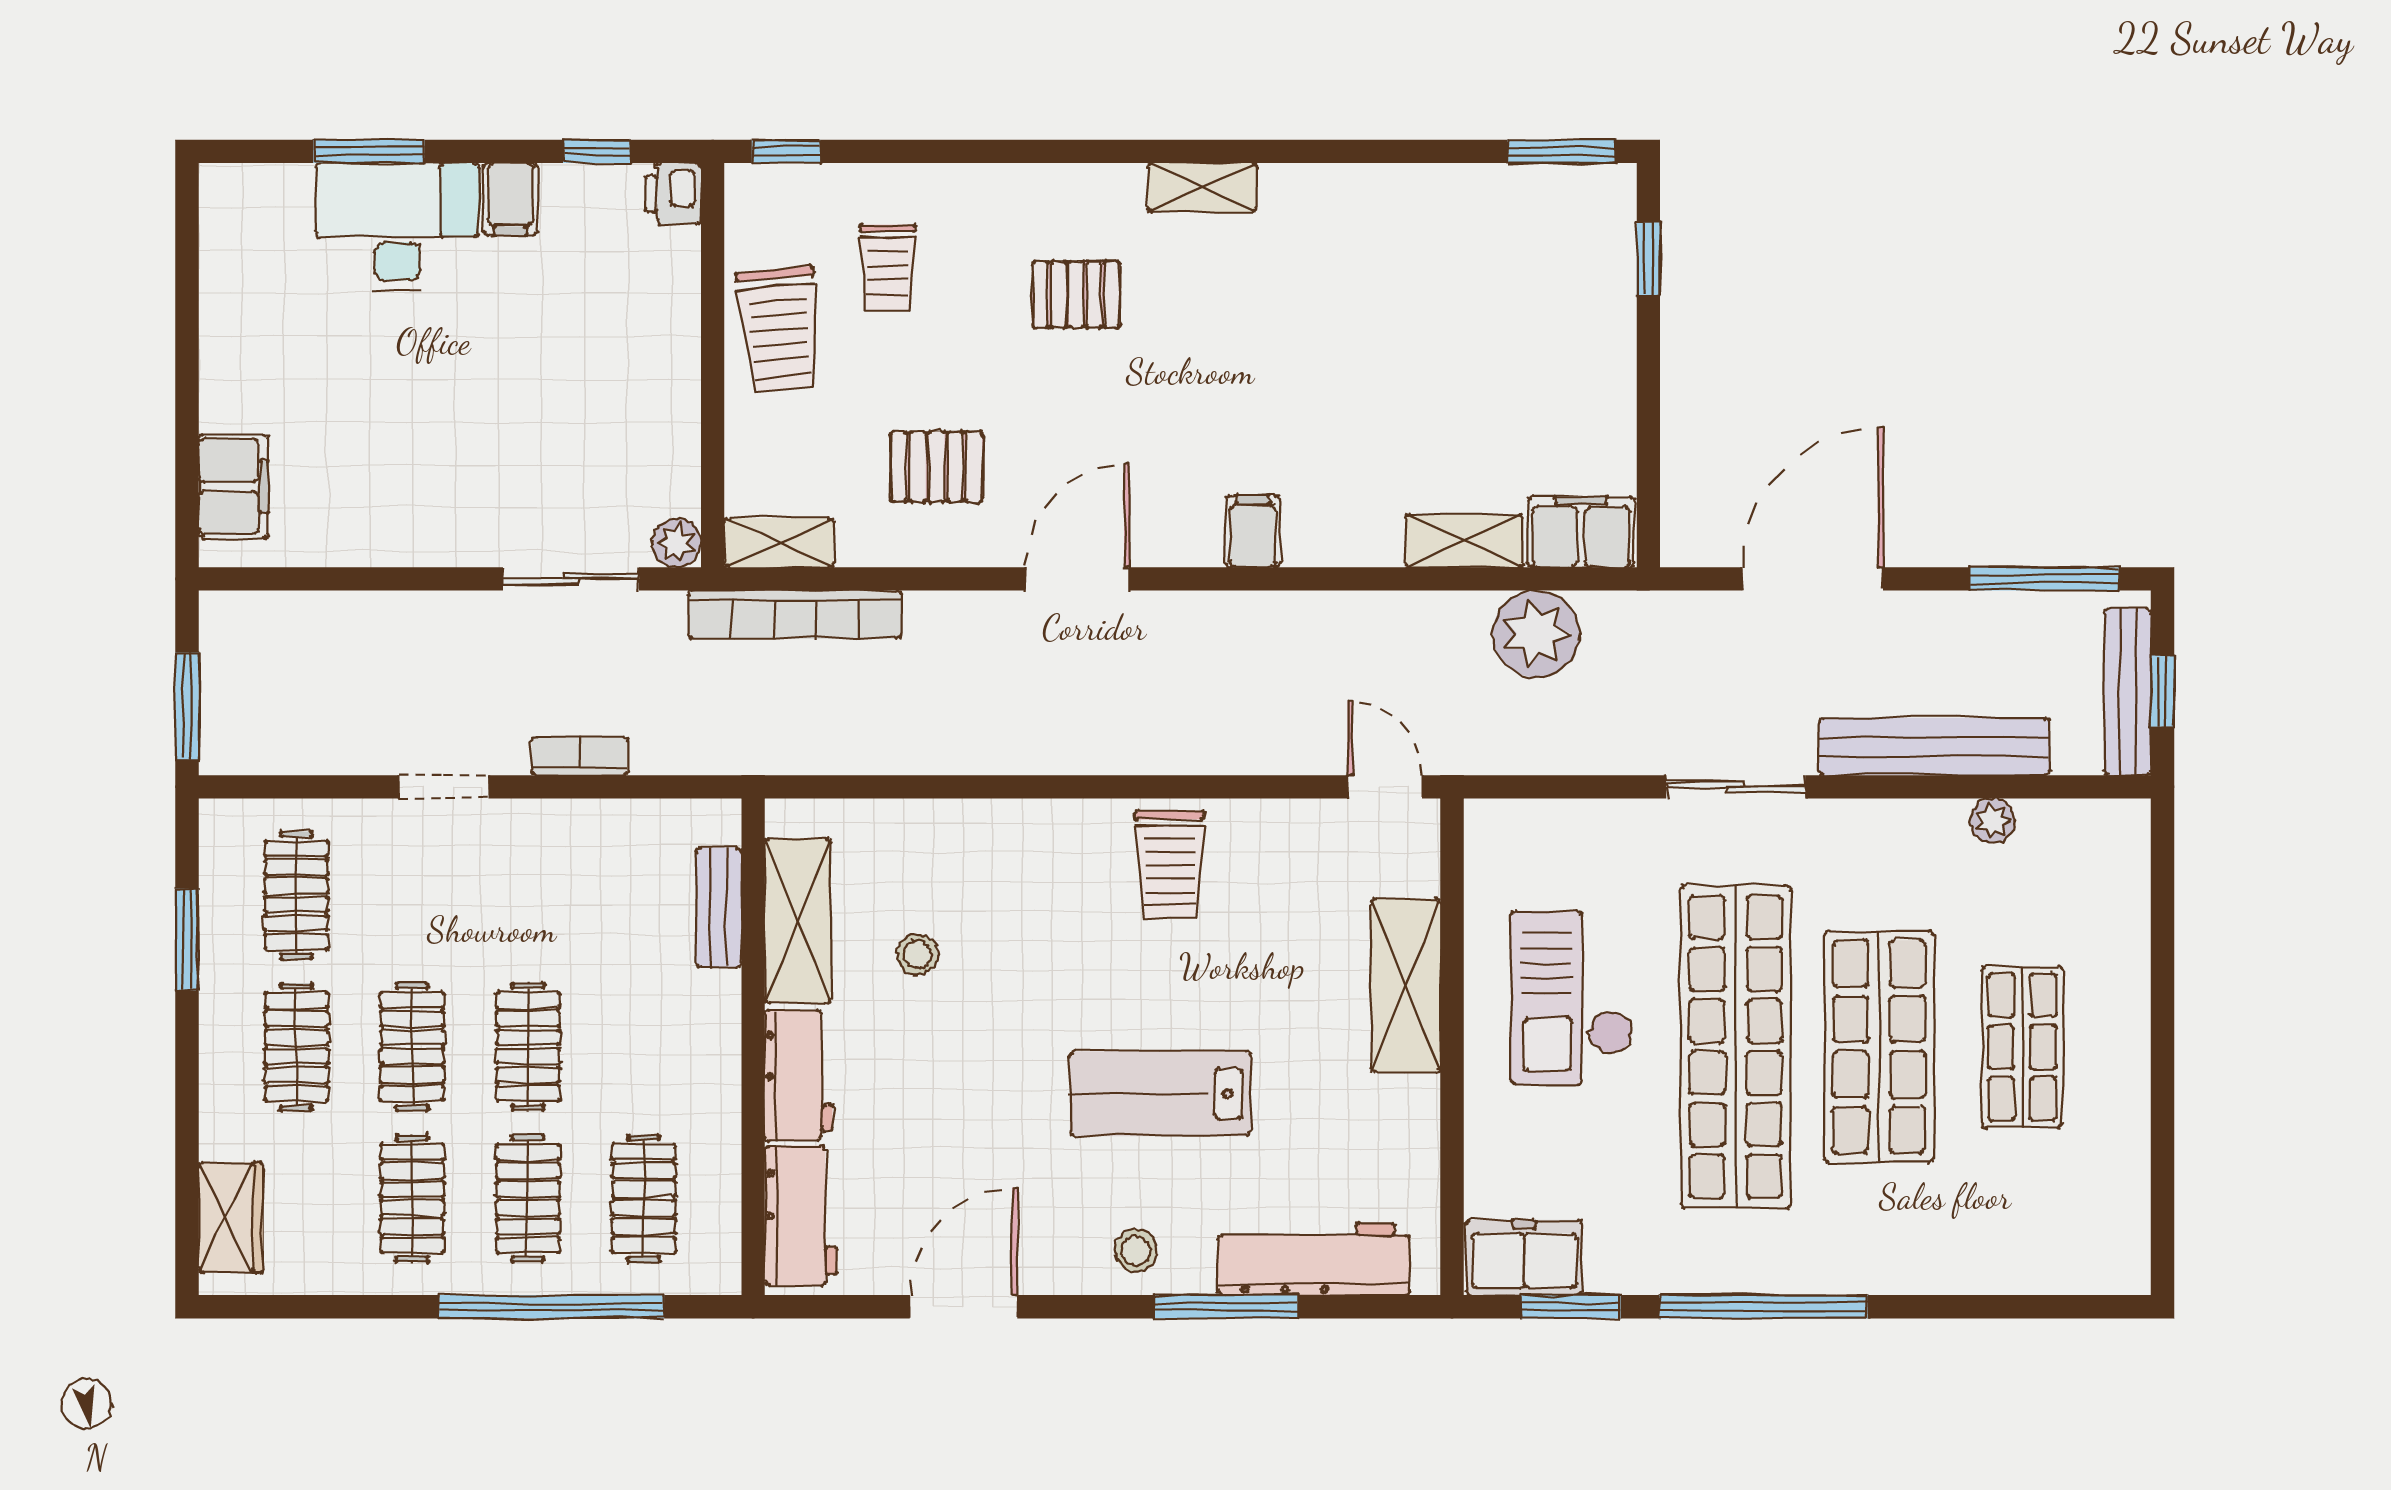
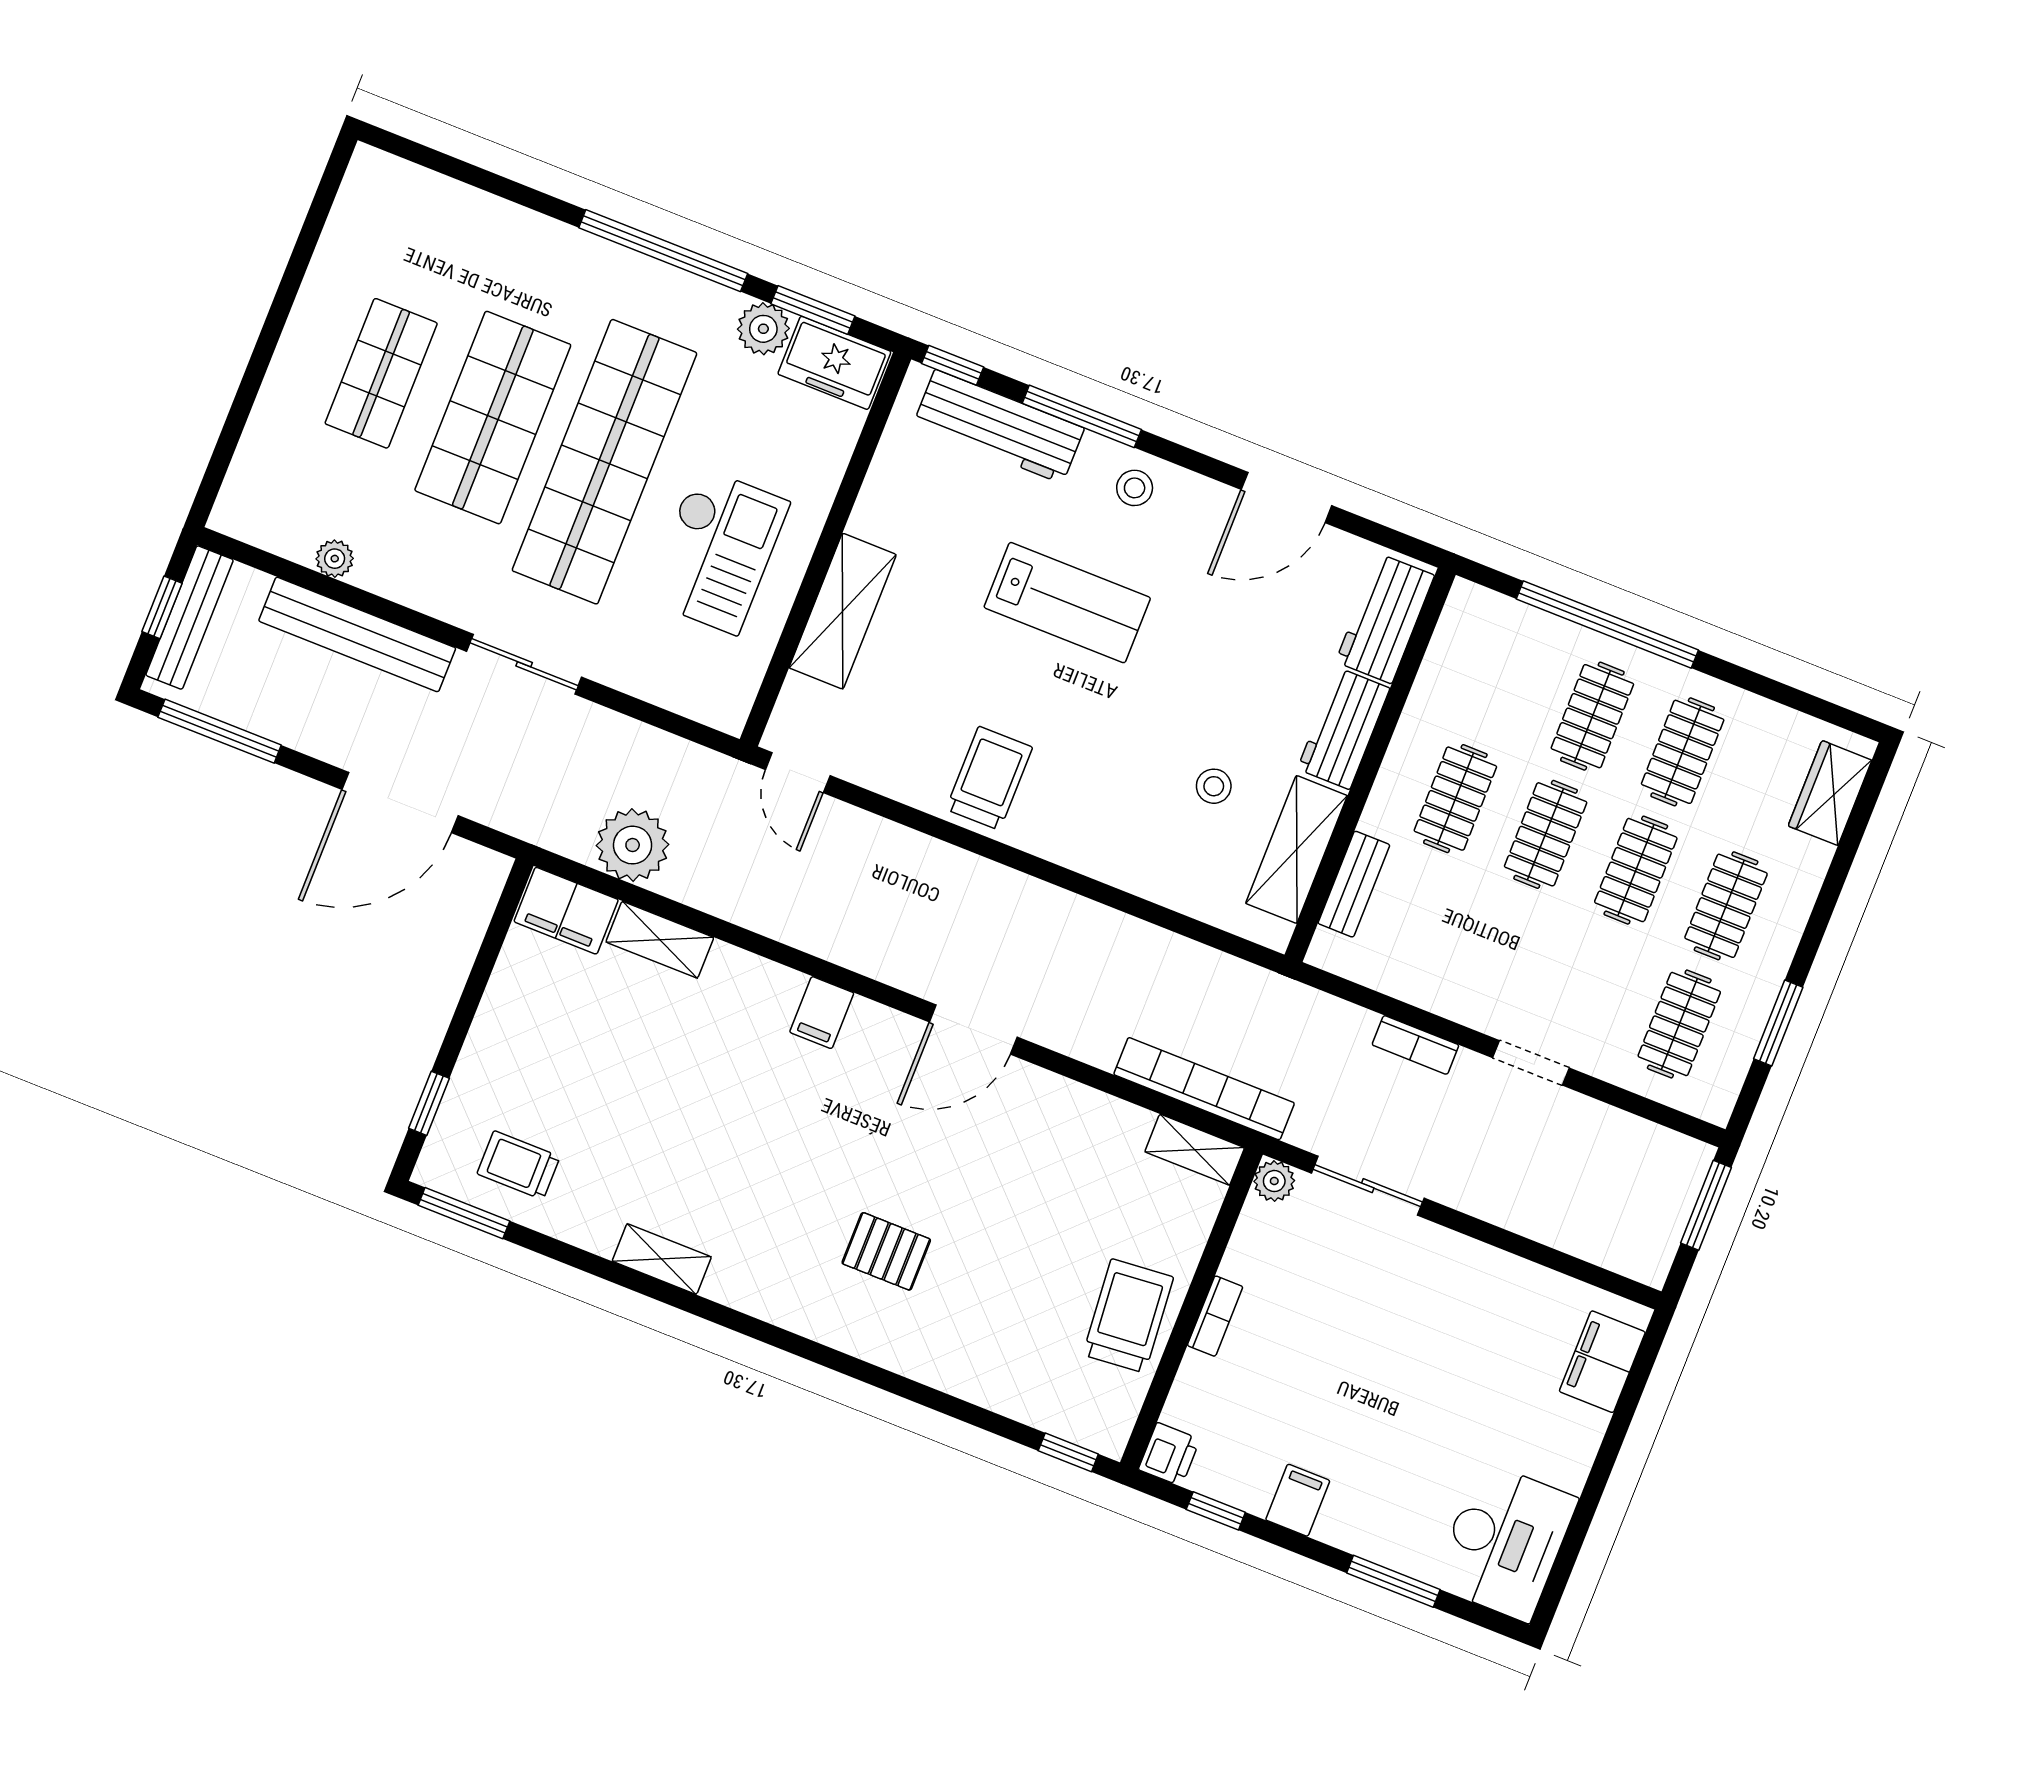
shelving: (1202, 187) -> (662, 1259), moved
desk: (397, 227) -> (1505, 1542), moved, turned -90
trolley: (888, 267) -> (519, 1165), moved, turned -90
bookcase: (683, 367) -> (1215, 1316), added
pallet: (937, 467) -> (1048, 1160), removed
clothes rail: (644, 1198) -> (1455, 799), moved
plant: (1618, 1264) -> (763, 329), added
window: (1392, 1307) -> (953, 365), added

